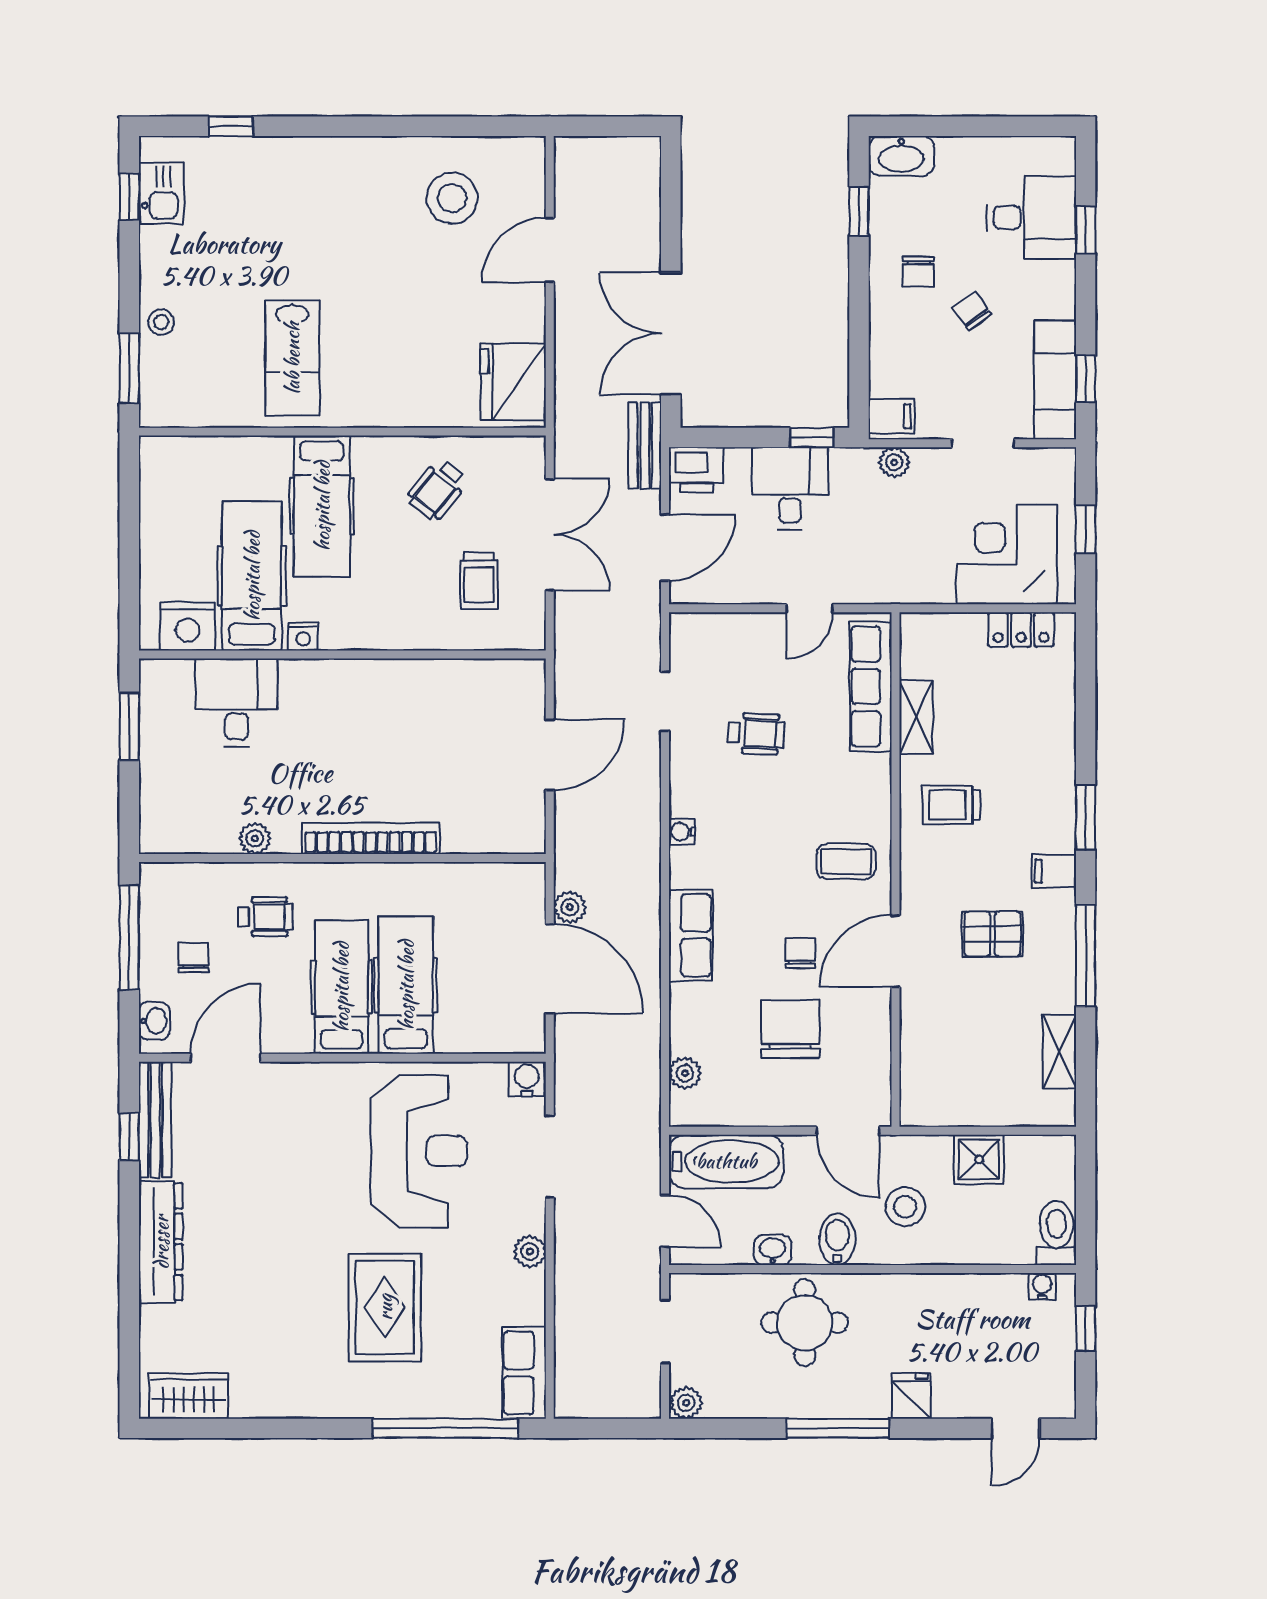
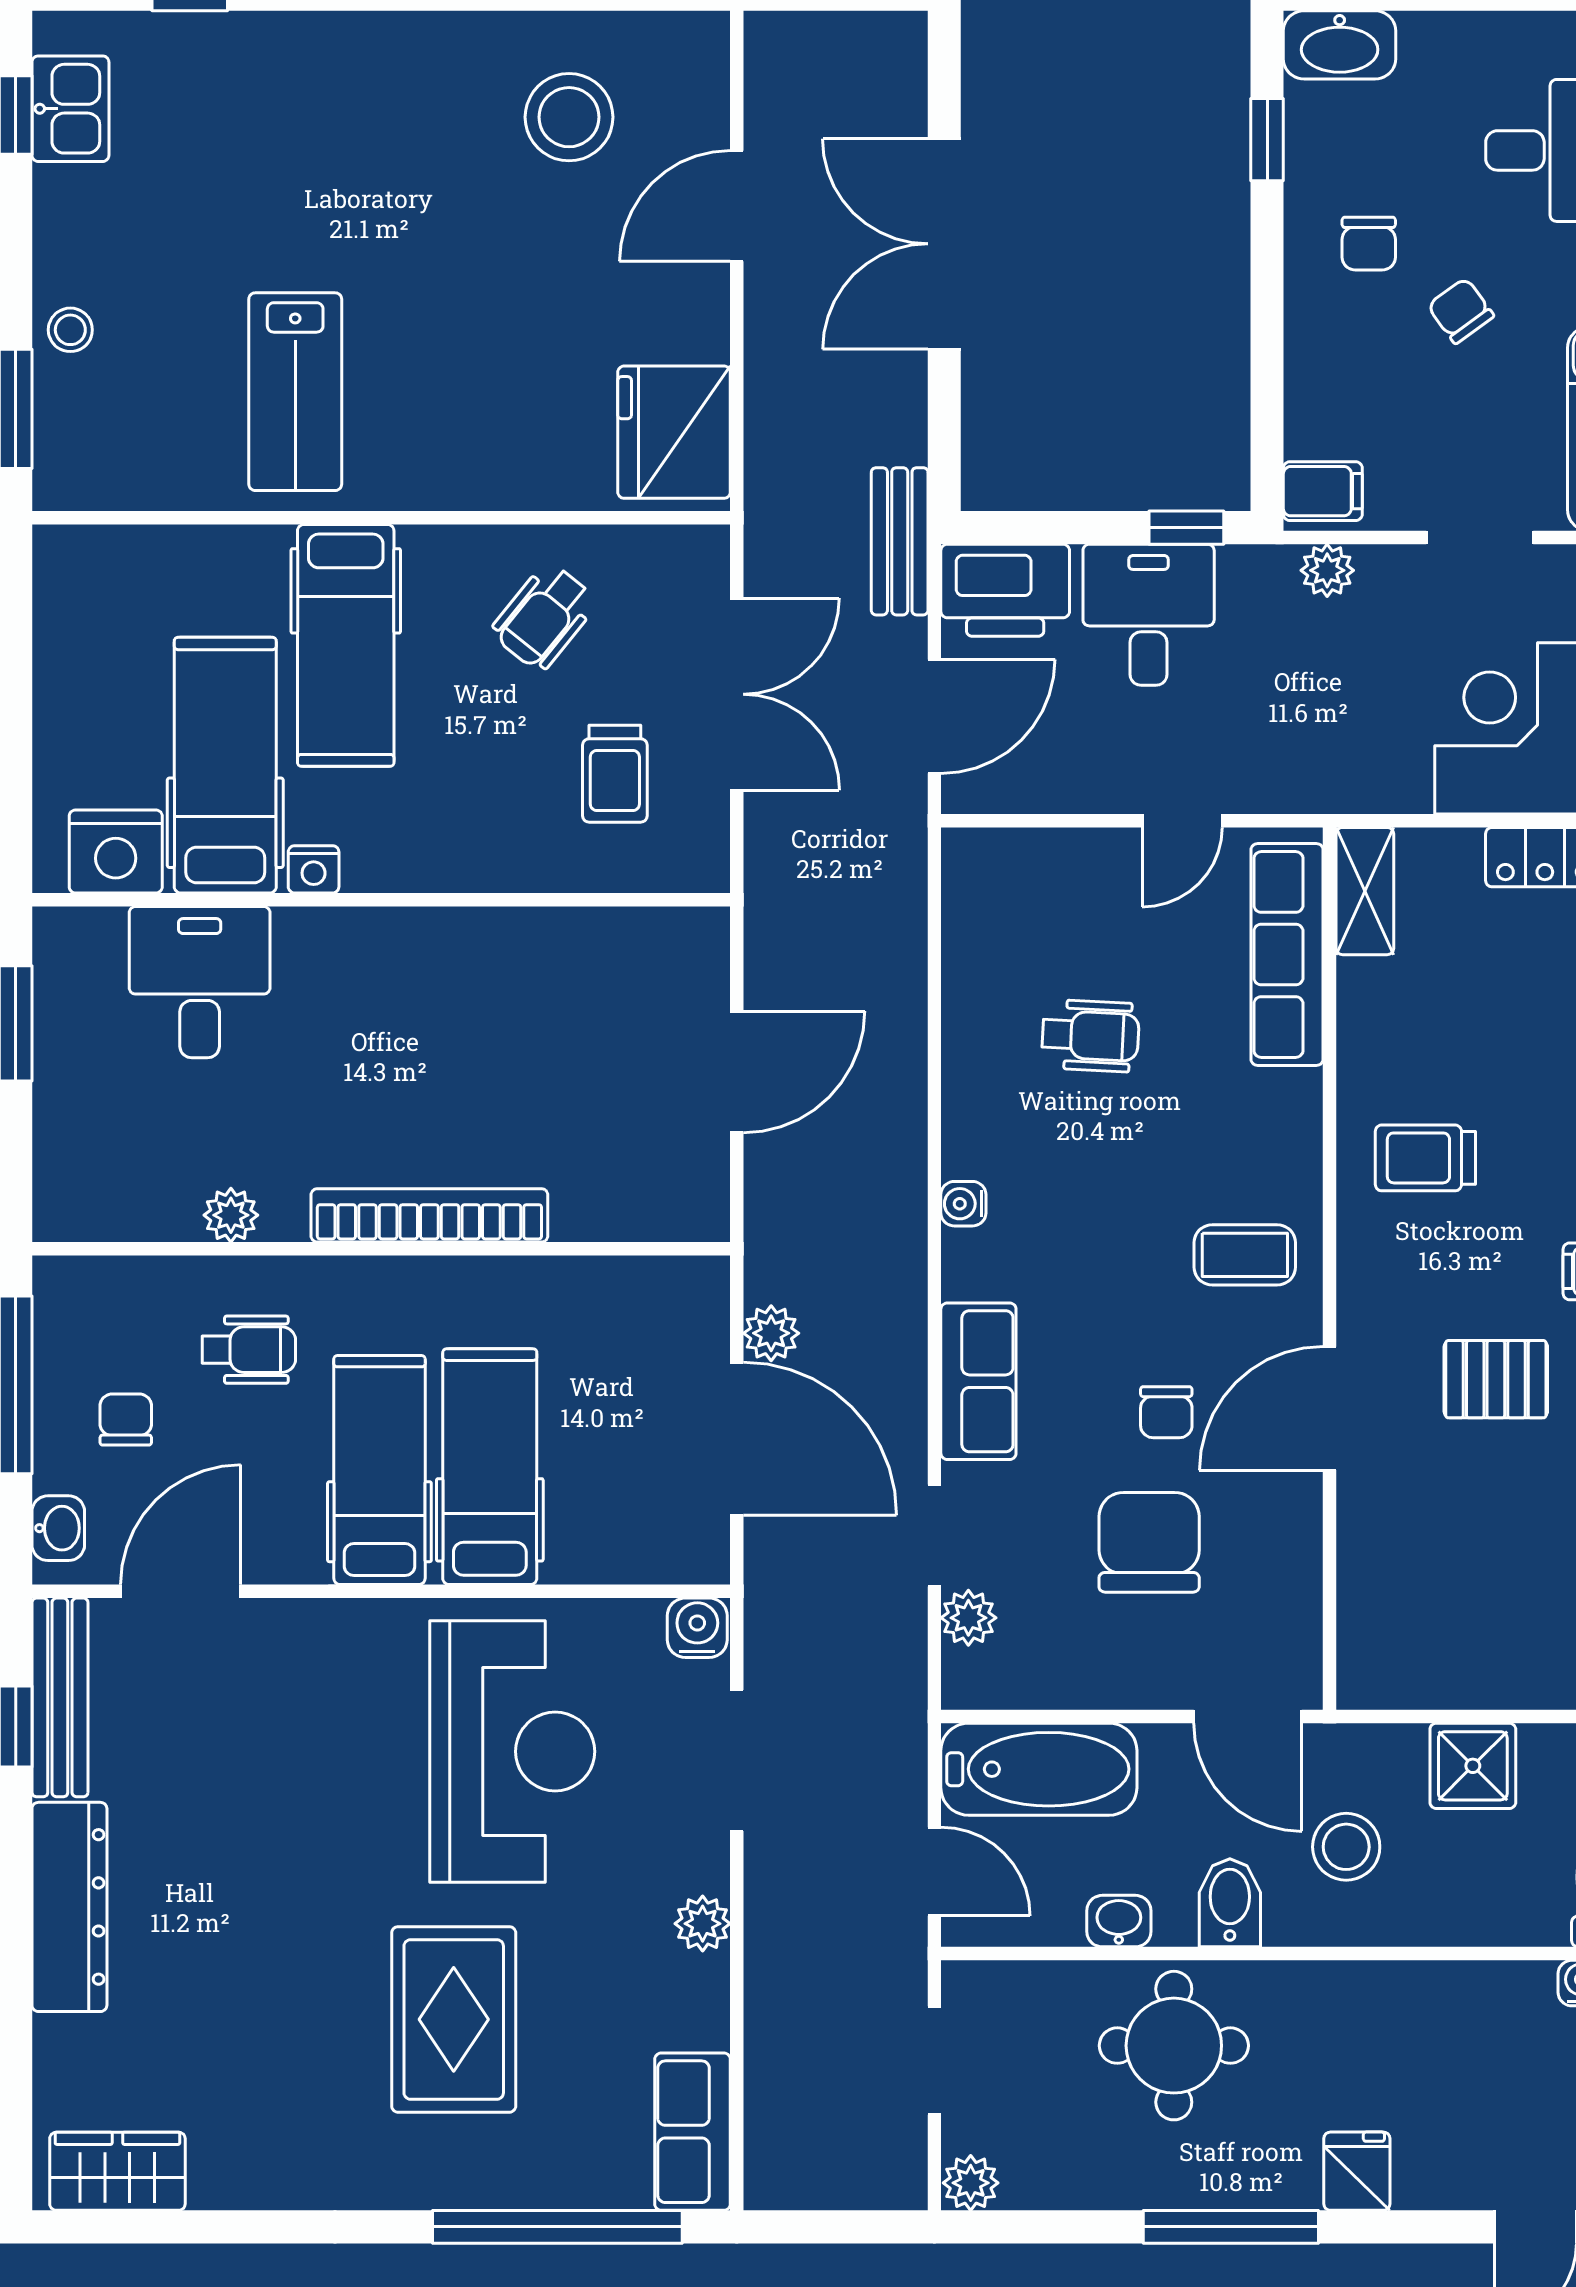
double door: (671, 333) -> (944, 244), moved
printer: (696, 470) -> (1005, 590), width x1.37, depth x1.19
doorway: (665, 702) -> (934, 1536), moved
shelving: (916, 717) -> (1365, 891), moved
chair: (800, 953) -> (1166, 1412), turned 180

